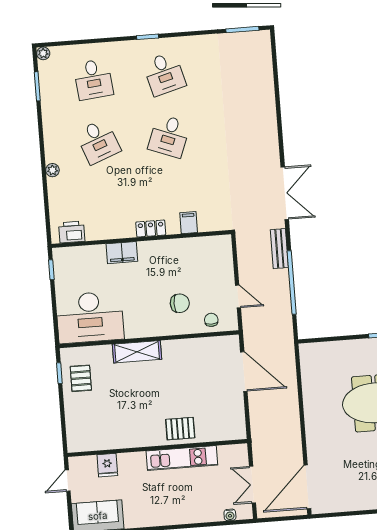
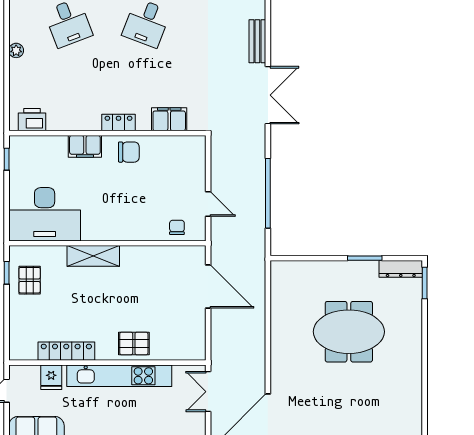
filing cabinet: (189, 223) -> (169, 119), width x2.00
bench: (279, 249) -> (257, 41), moved
chair: (180, 303) -> (129, 152), moved
locker: (119, 440) -> (66, 351), added
kitchen unit: (182, 458) -> (119, 376), width x1.36
double door: (252, 485) -> (208, 392), moved

